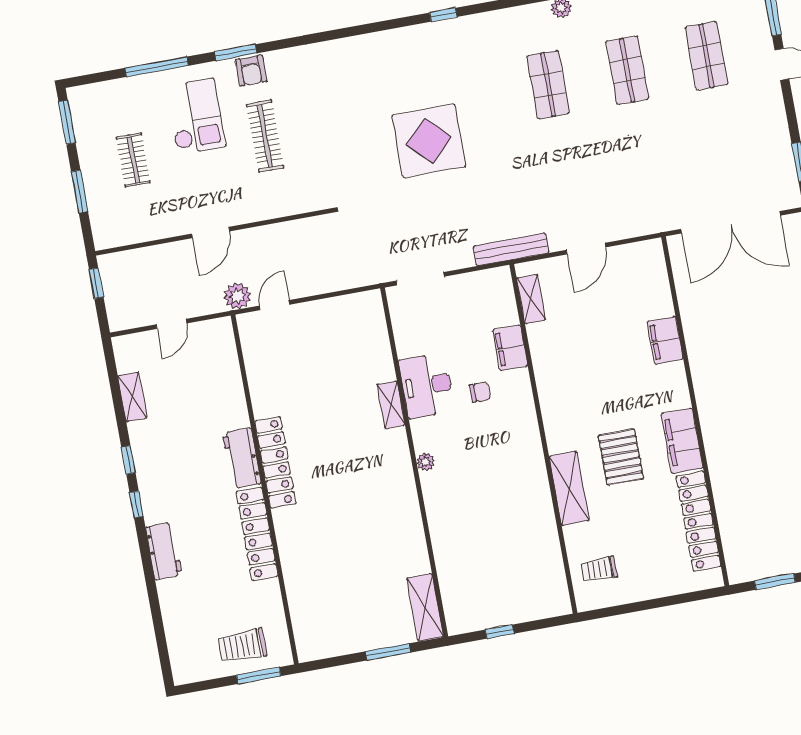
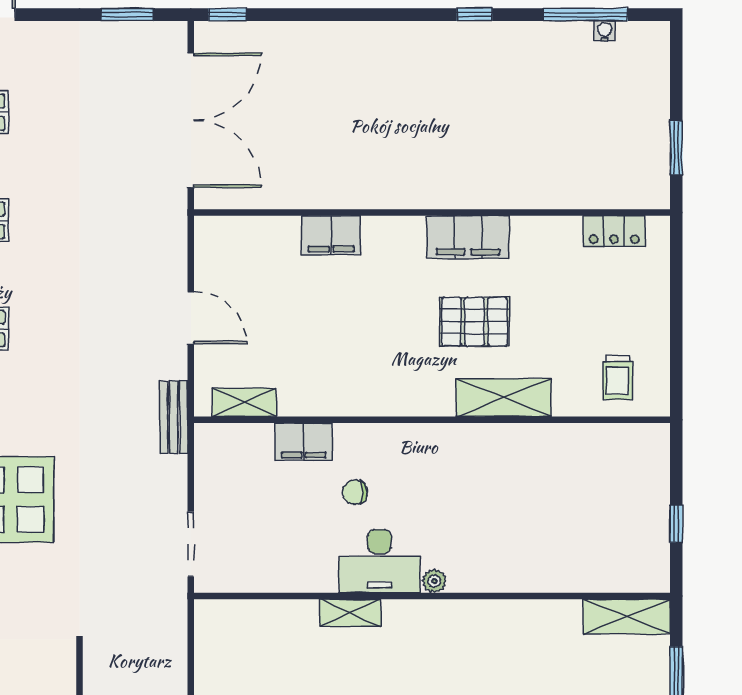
bench: (511, 249) -> (174, 417), width x0.73
desk: (427, 386) -> (379, 561), moved
chair: (480, 392) -> (355, 492), turned -90
locker: (699, 521) -> (614, 231), width x0.46, depth x0.83

